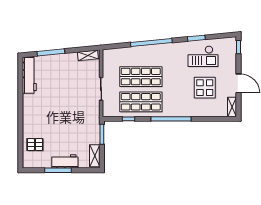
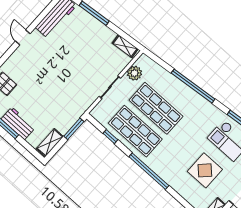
plant: (108, 67) -> (134, 73), added
door: (20, 106) -> (23, 37), added

